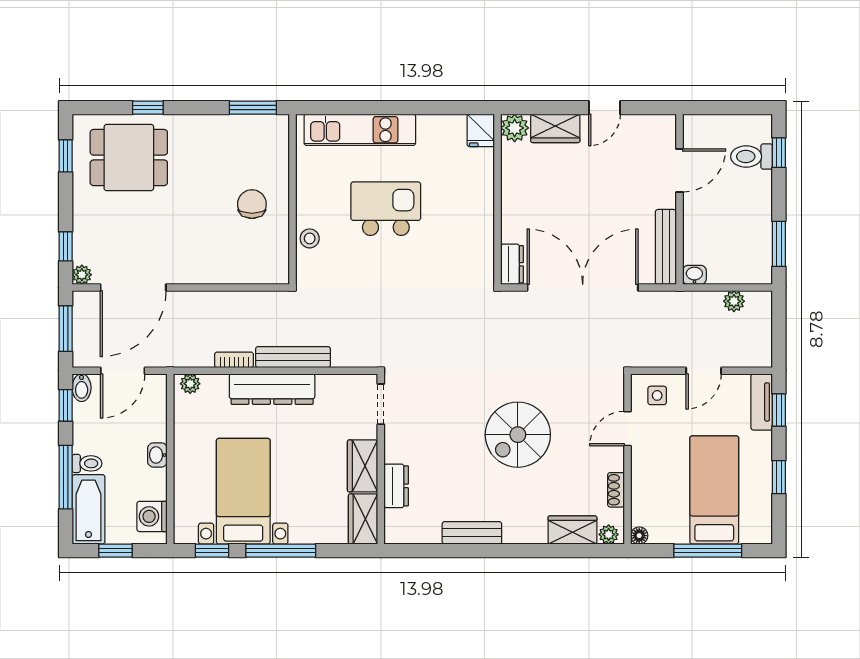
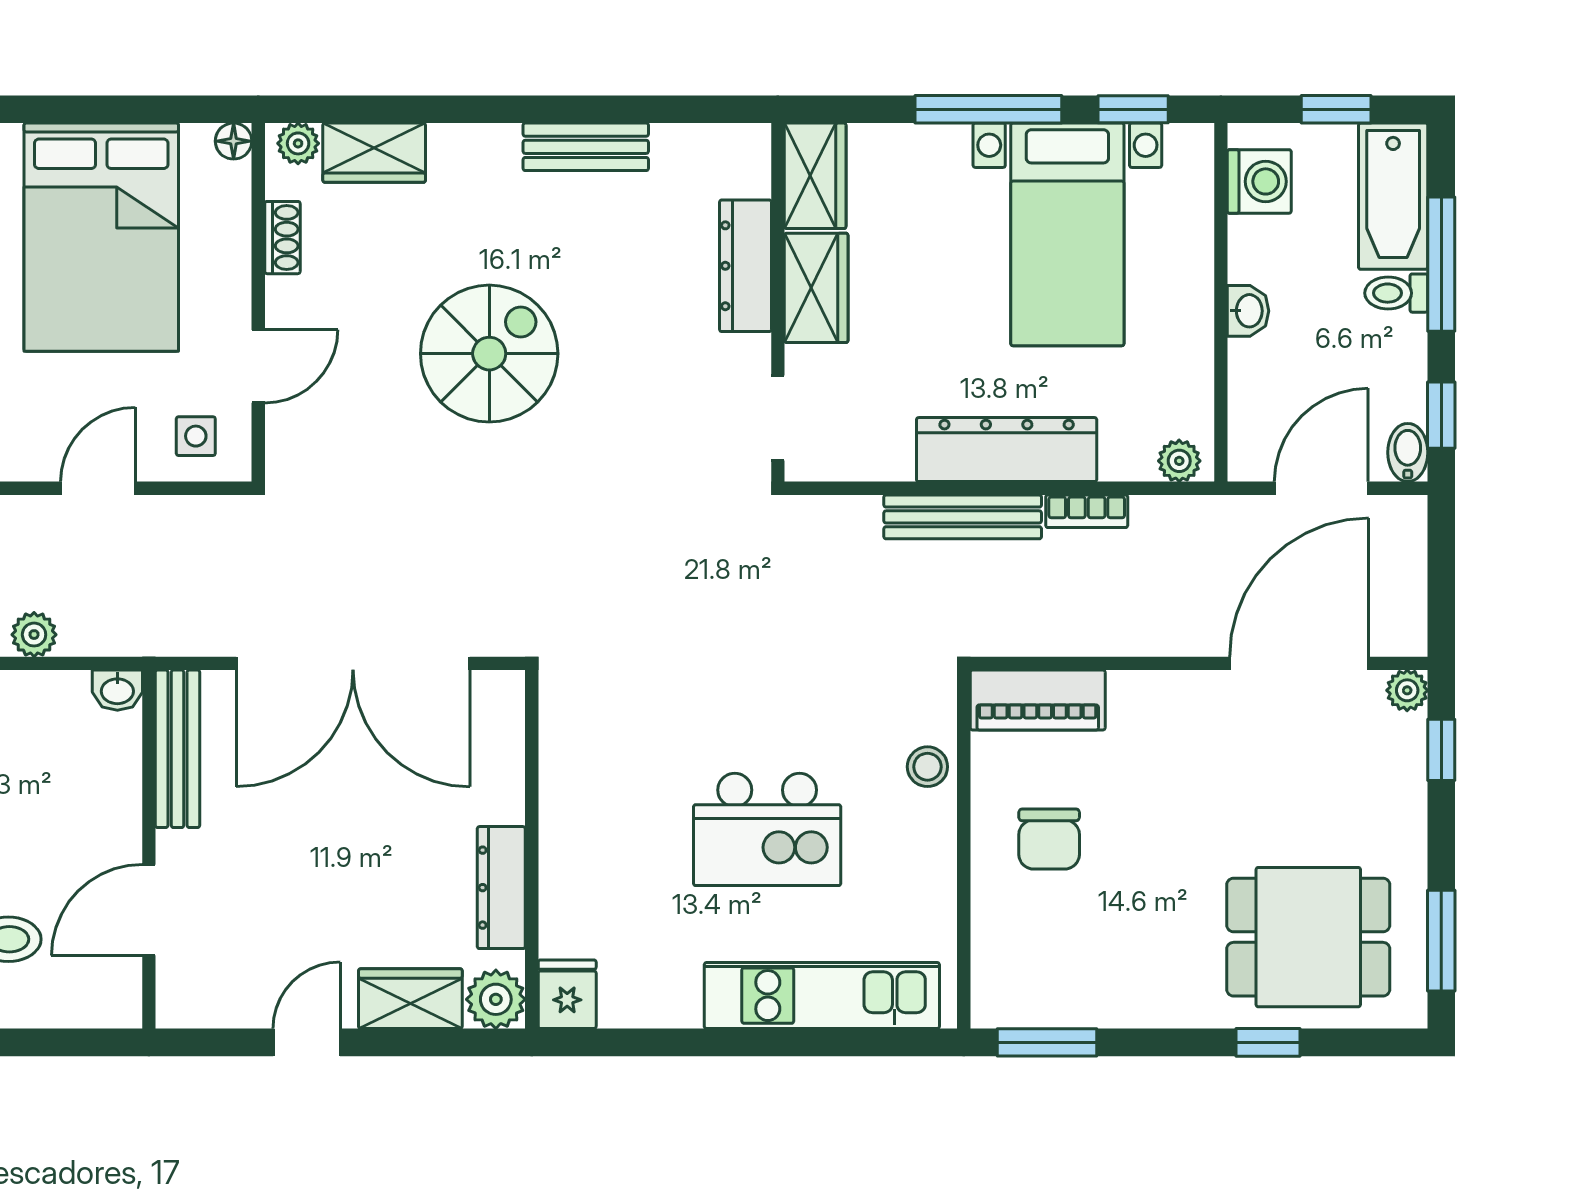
window: (66, 156) -> (1441, 941), width x1.50
dresser: (512, 264) -> (501, 888), moved, width x1.44
piano: (257, 270) -> (1038, 700), added
window: (66, 329) -> (1441, 577), removed
dresser: (396, 486) -> (745, 266), width x1.44
bed: (714, 490) -> (101, 237), width x1.50
window: (708, 551) -> (89, 109), removed

